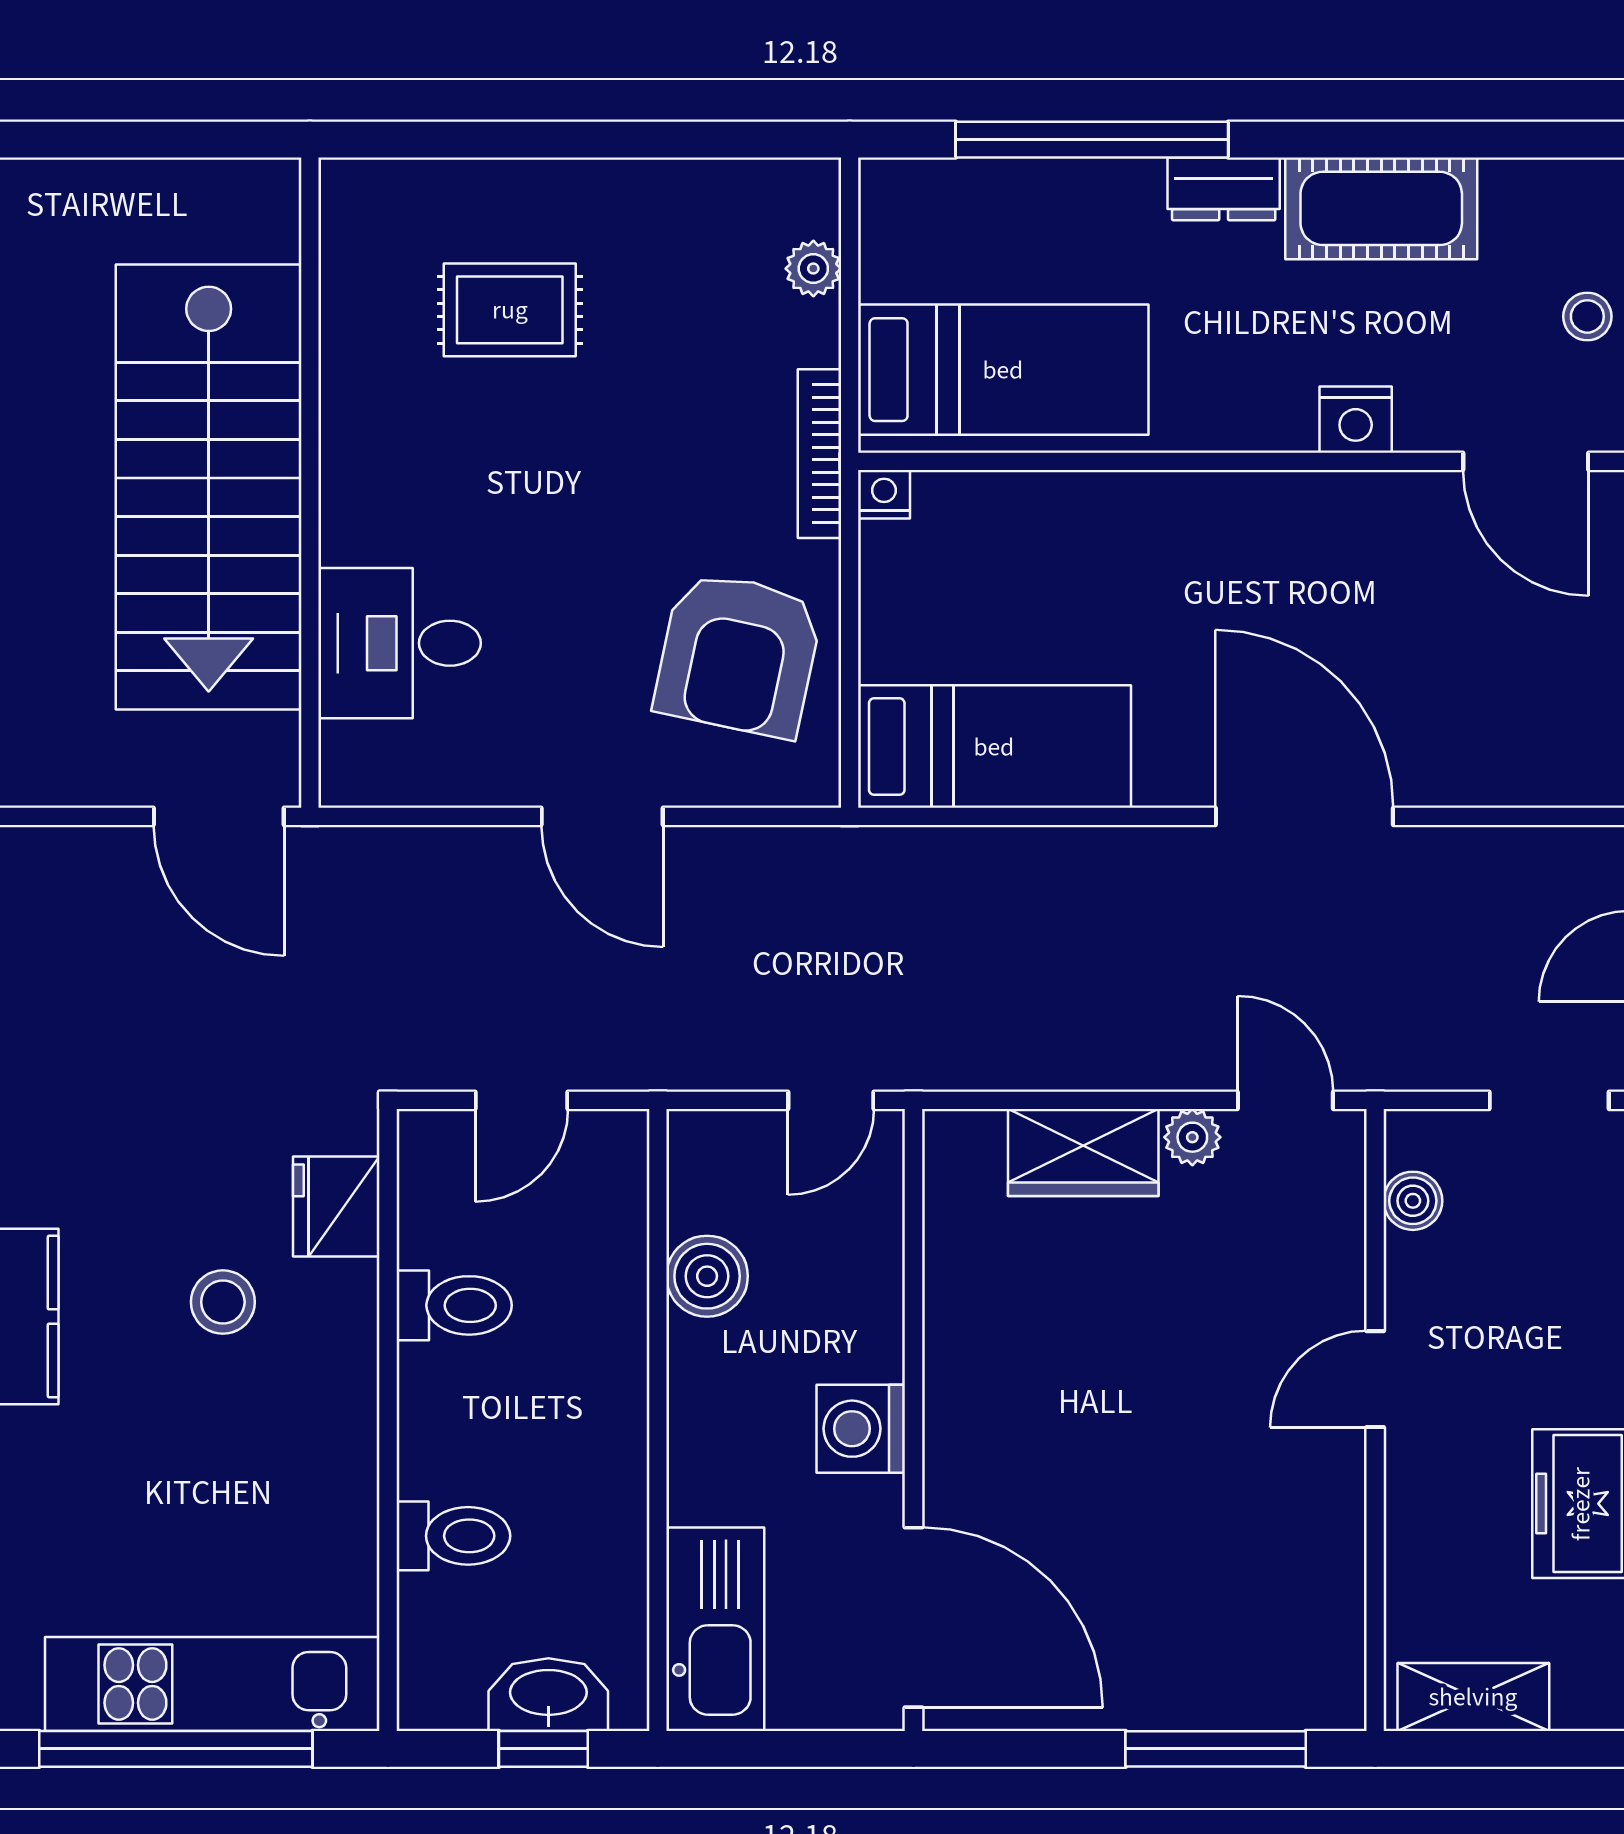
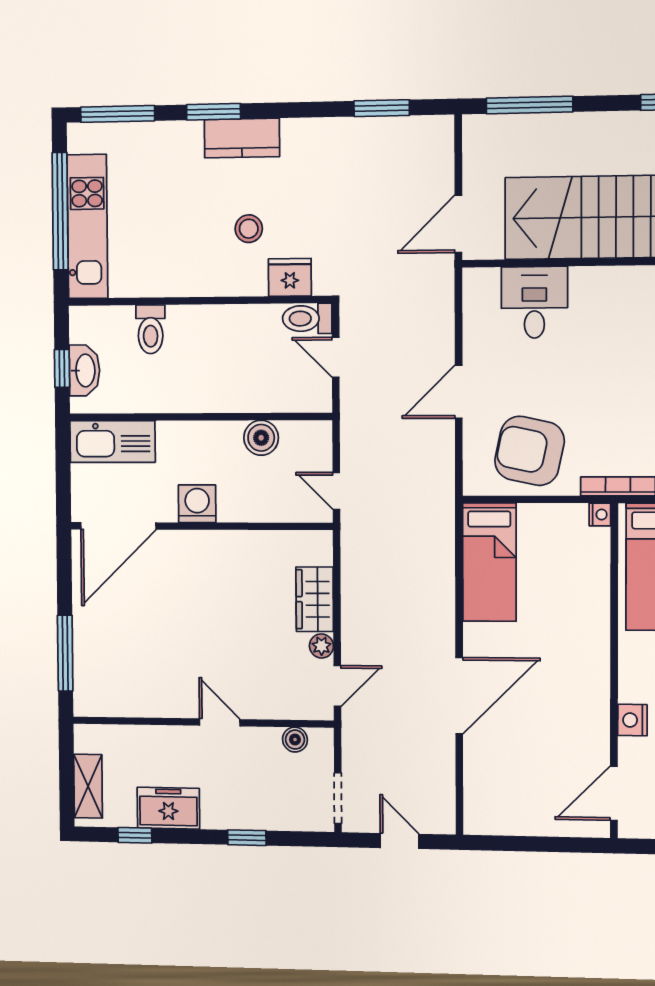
toilet: (454, 1305) -> (307, 319), moved, turned 90
shelving: (1473, 1697) -> (88, 786), moved

